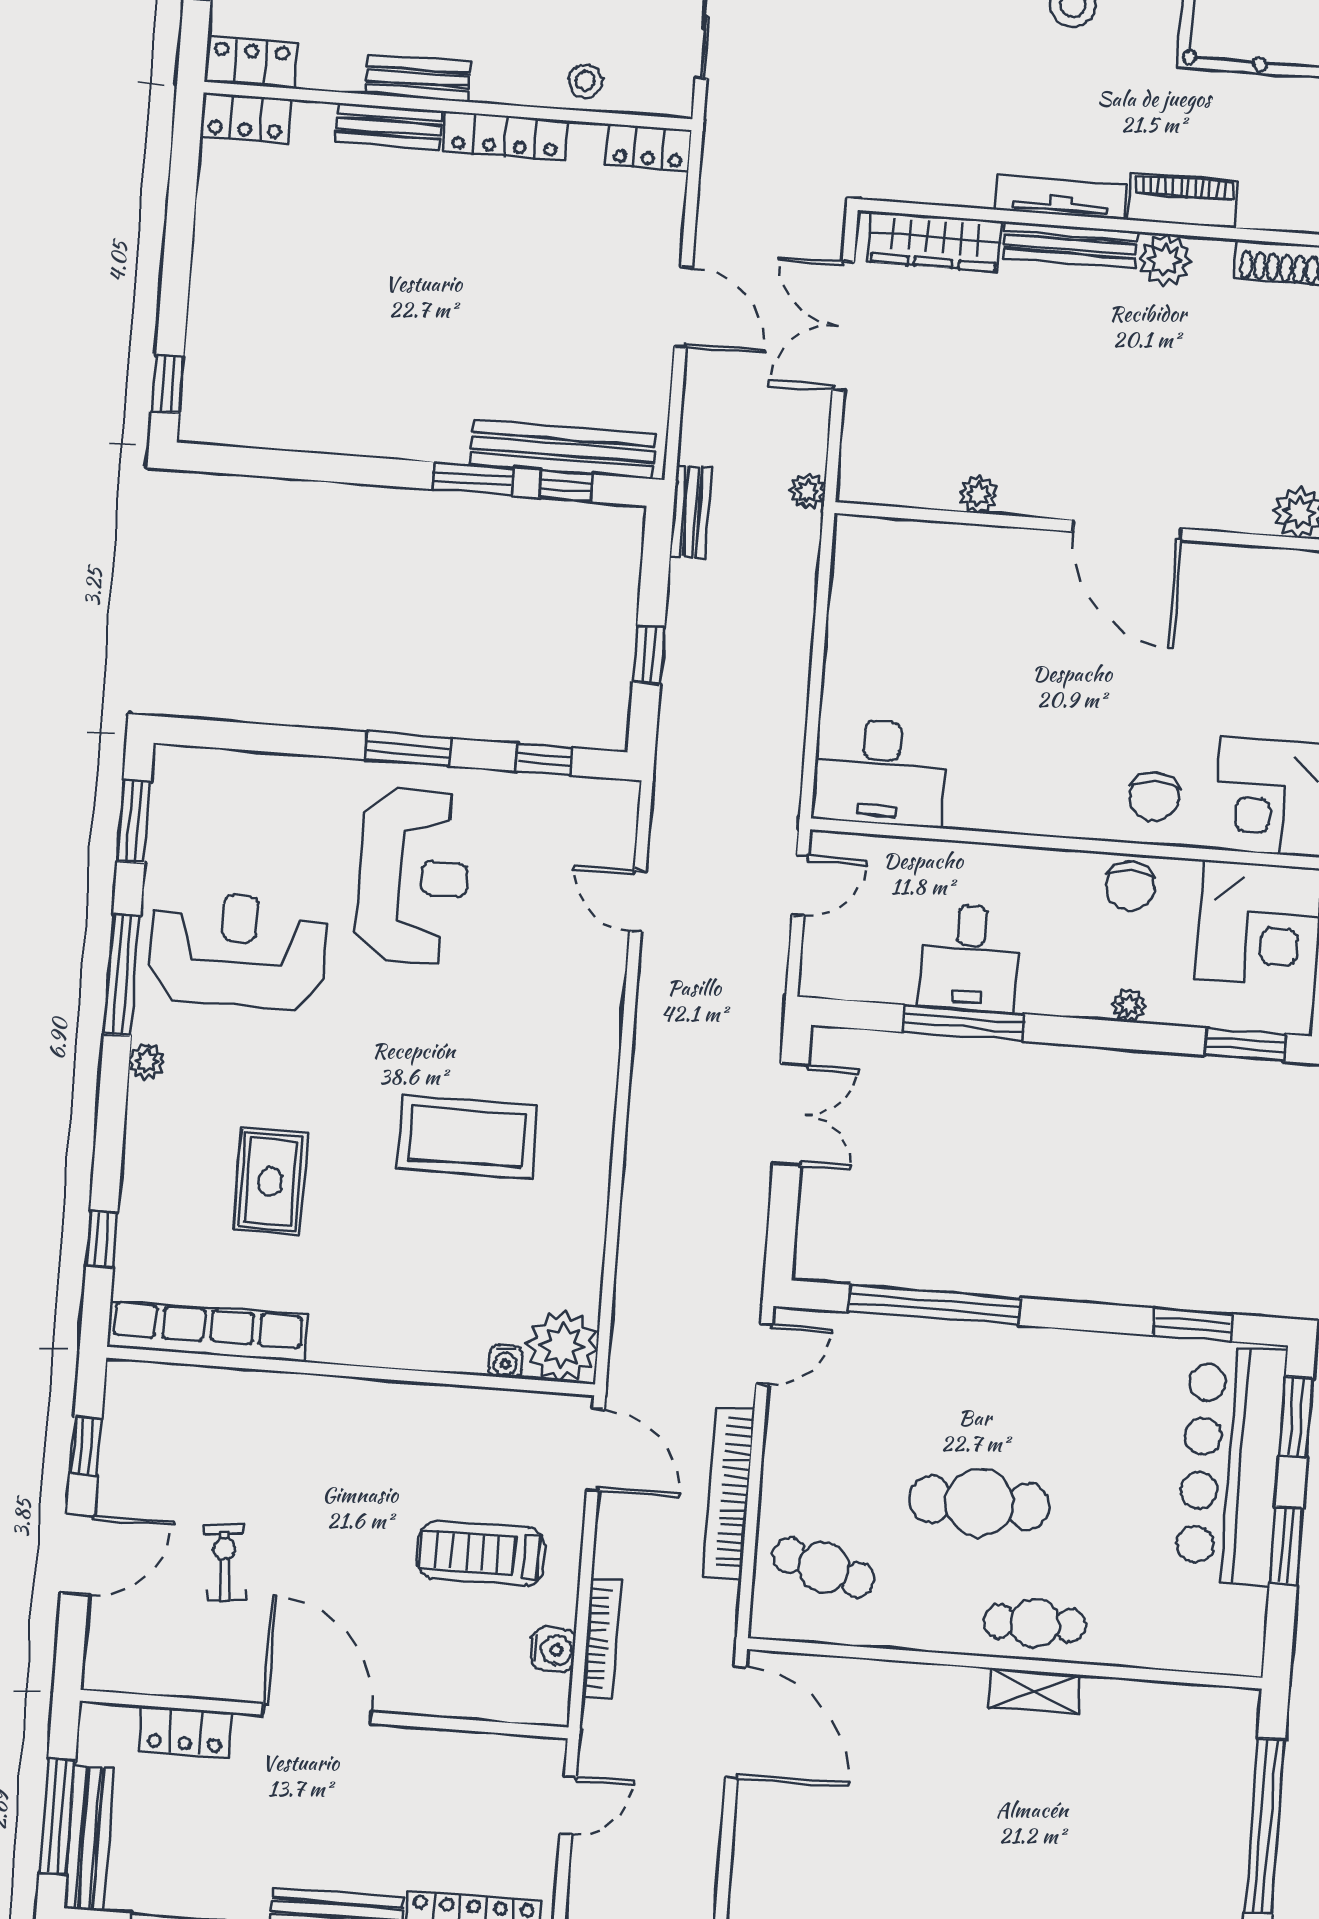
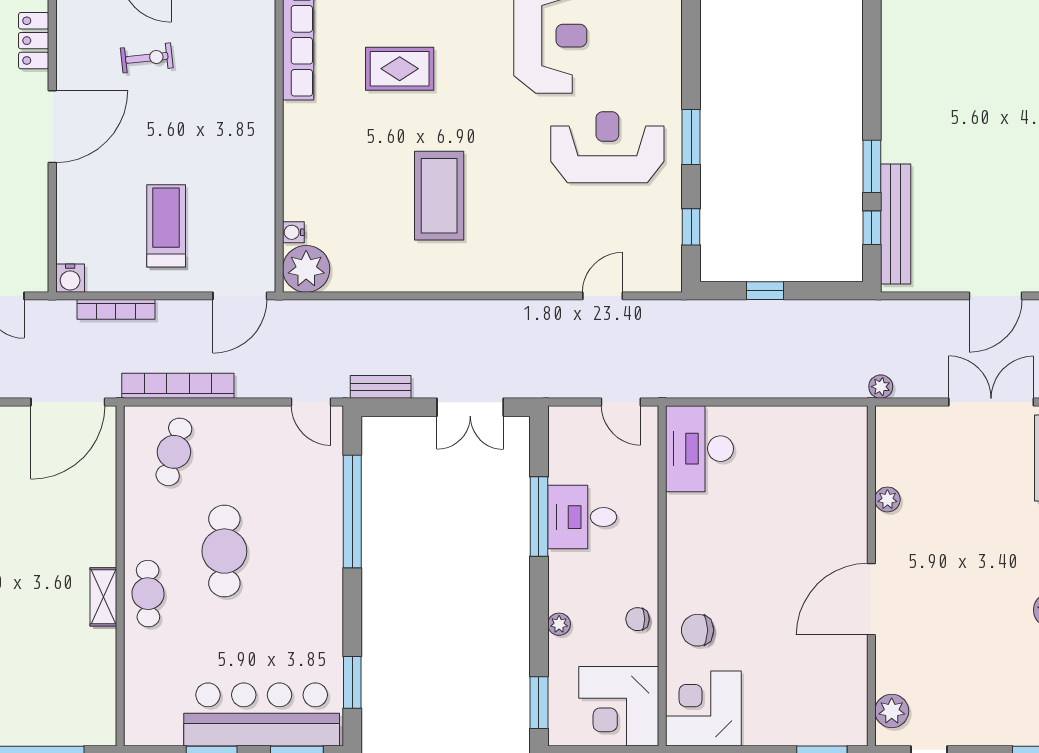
bench: (691, 512) -> (381, 387), moved
reception desk: (413, 877) -> (607, 147), turned 180
chair: (1130, 886) -> (638, 619), width x0.73, depth x0.73
bookcase: (729, 1493) -> (178, 386), moved
water cooler: (553, 1649) -> (70, 278), moved

